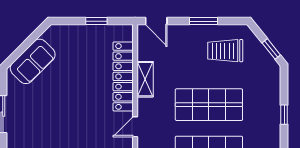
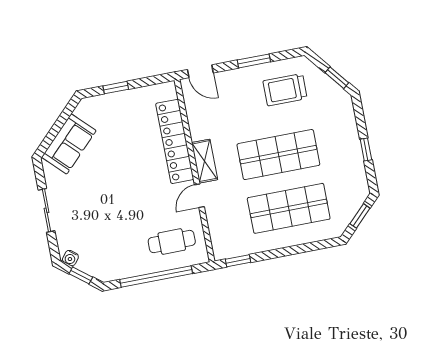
window: (96, 21) -> (116, 88), moved
shelving: (145, 79) -> (205, 161), moved

